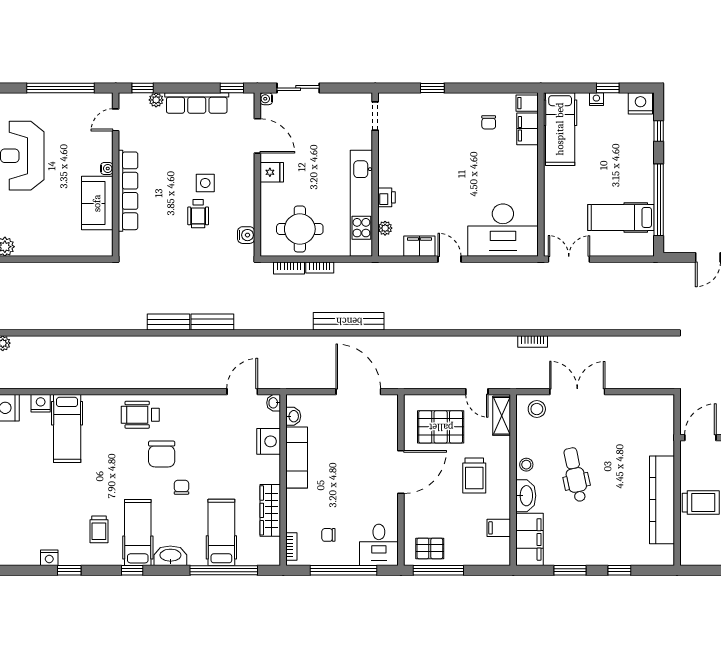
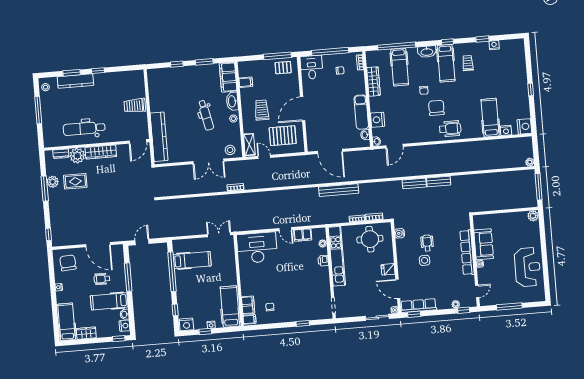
window: (61, 88) -> (509, 306), width x0.68
row of seats: (197, 103) -> (419, 306), moved
double door: (569, 259) -> (219, 235), swing flipped
kitchen counter: (662, 500) -> (159, 137), moved

